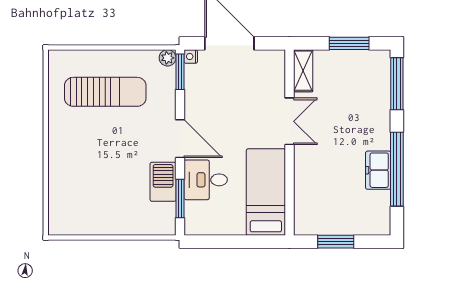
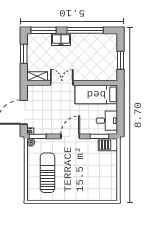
freezer: (378, 170) -> (61, 40), moved
desk: (206, 180) -> (107, 121), moved, turned -90
barbecue: (163, 182) -> (108, 145), moved

